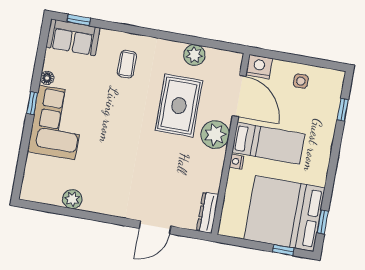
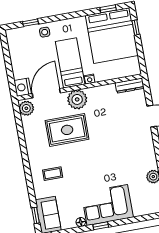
plant: (194, 55) -> (26, 108), moved
side table: (301, 81) -> (45, 32), moved

